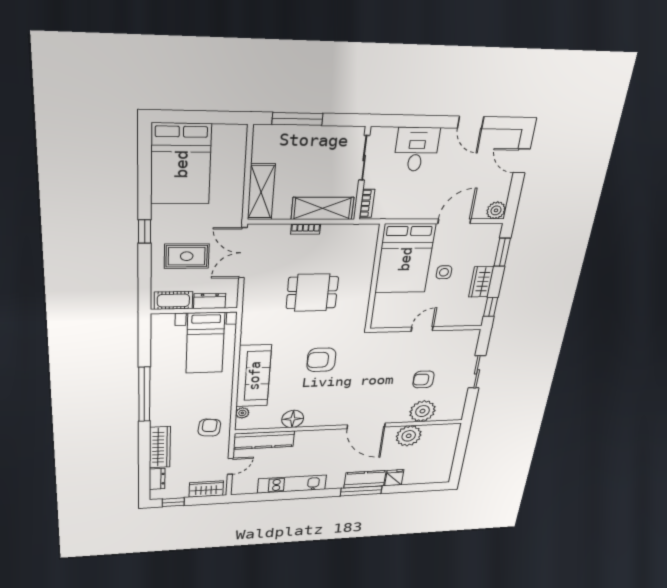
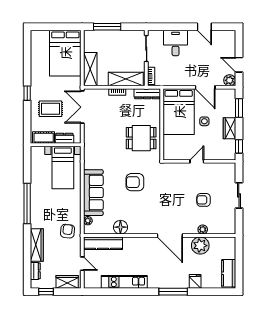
door: (522, 161) -> (239, 65), moved
bed: (181, 164) -> (65, 53), moved
door: (454, 221) -> (205, 87), swing flipped
dresser: (357, 232) -> (147, 94), added
dining table: (312, 293) -> (141, 138), moved
plant: (423, 411) -> (203, 229), width x0.53, depth x0.53
door: (230, 466) -> (82, 264), hinge flipped
kitchen counter: (365, 479) -> (229, 273), moved, turned -90

